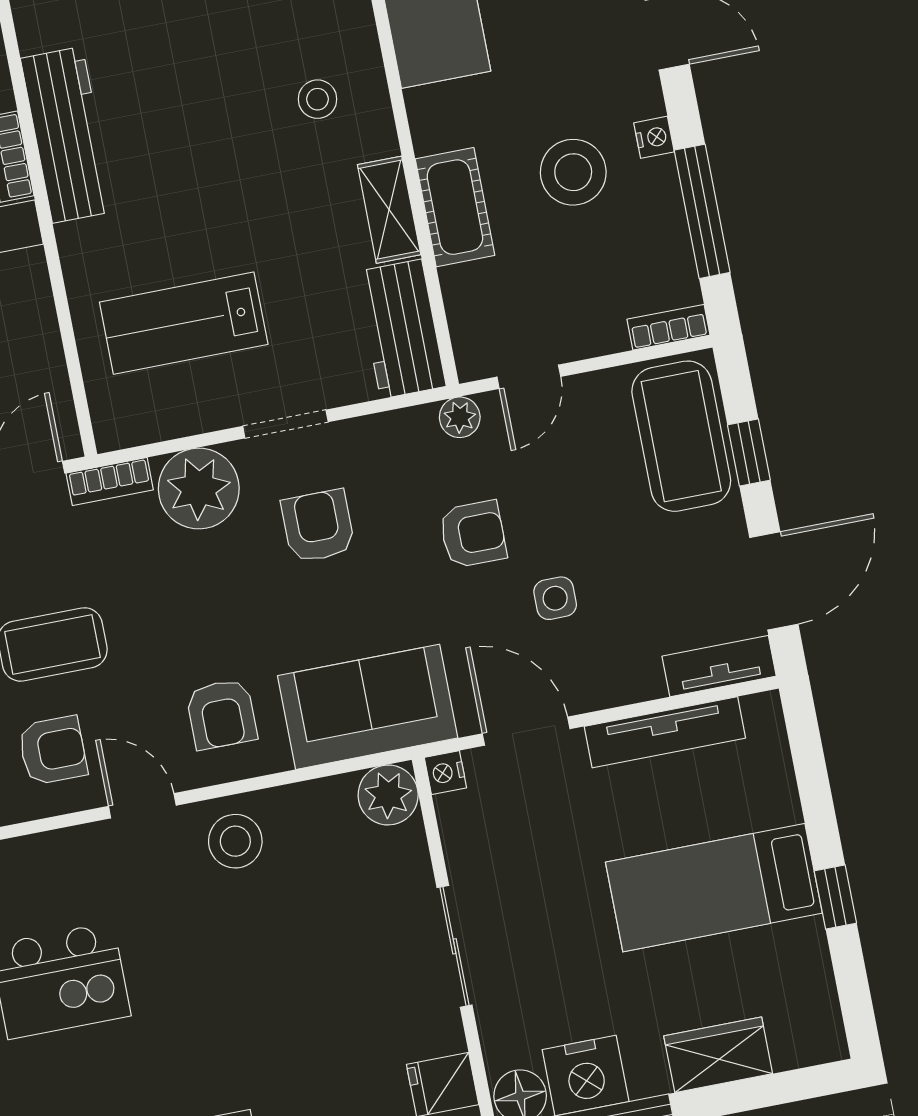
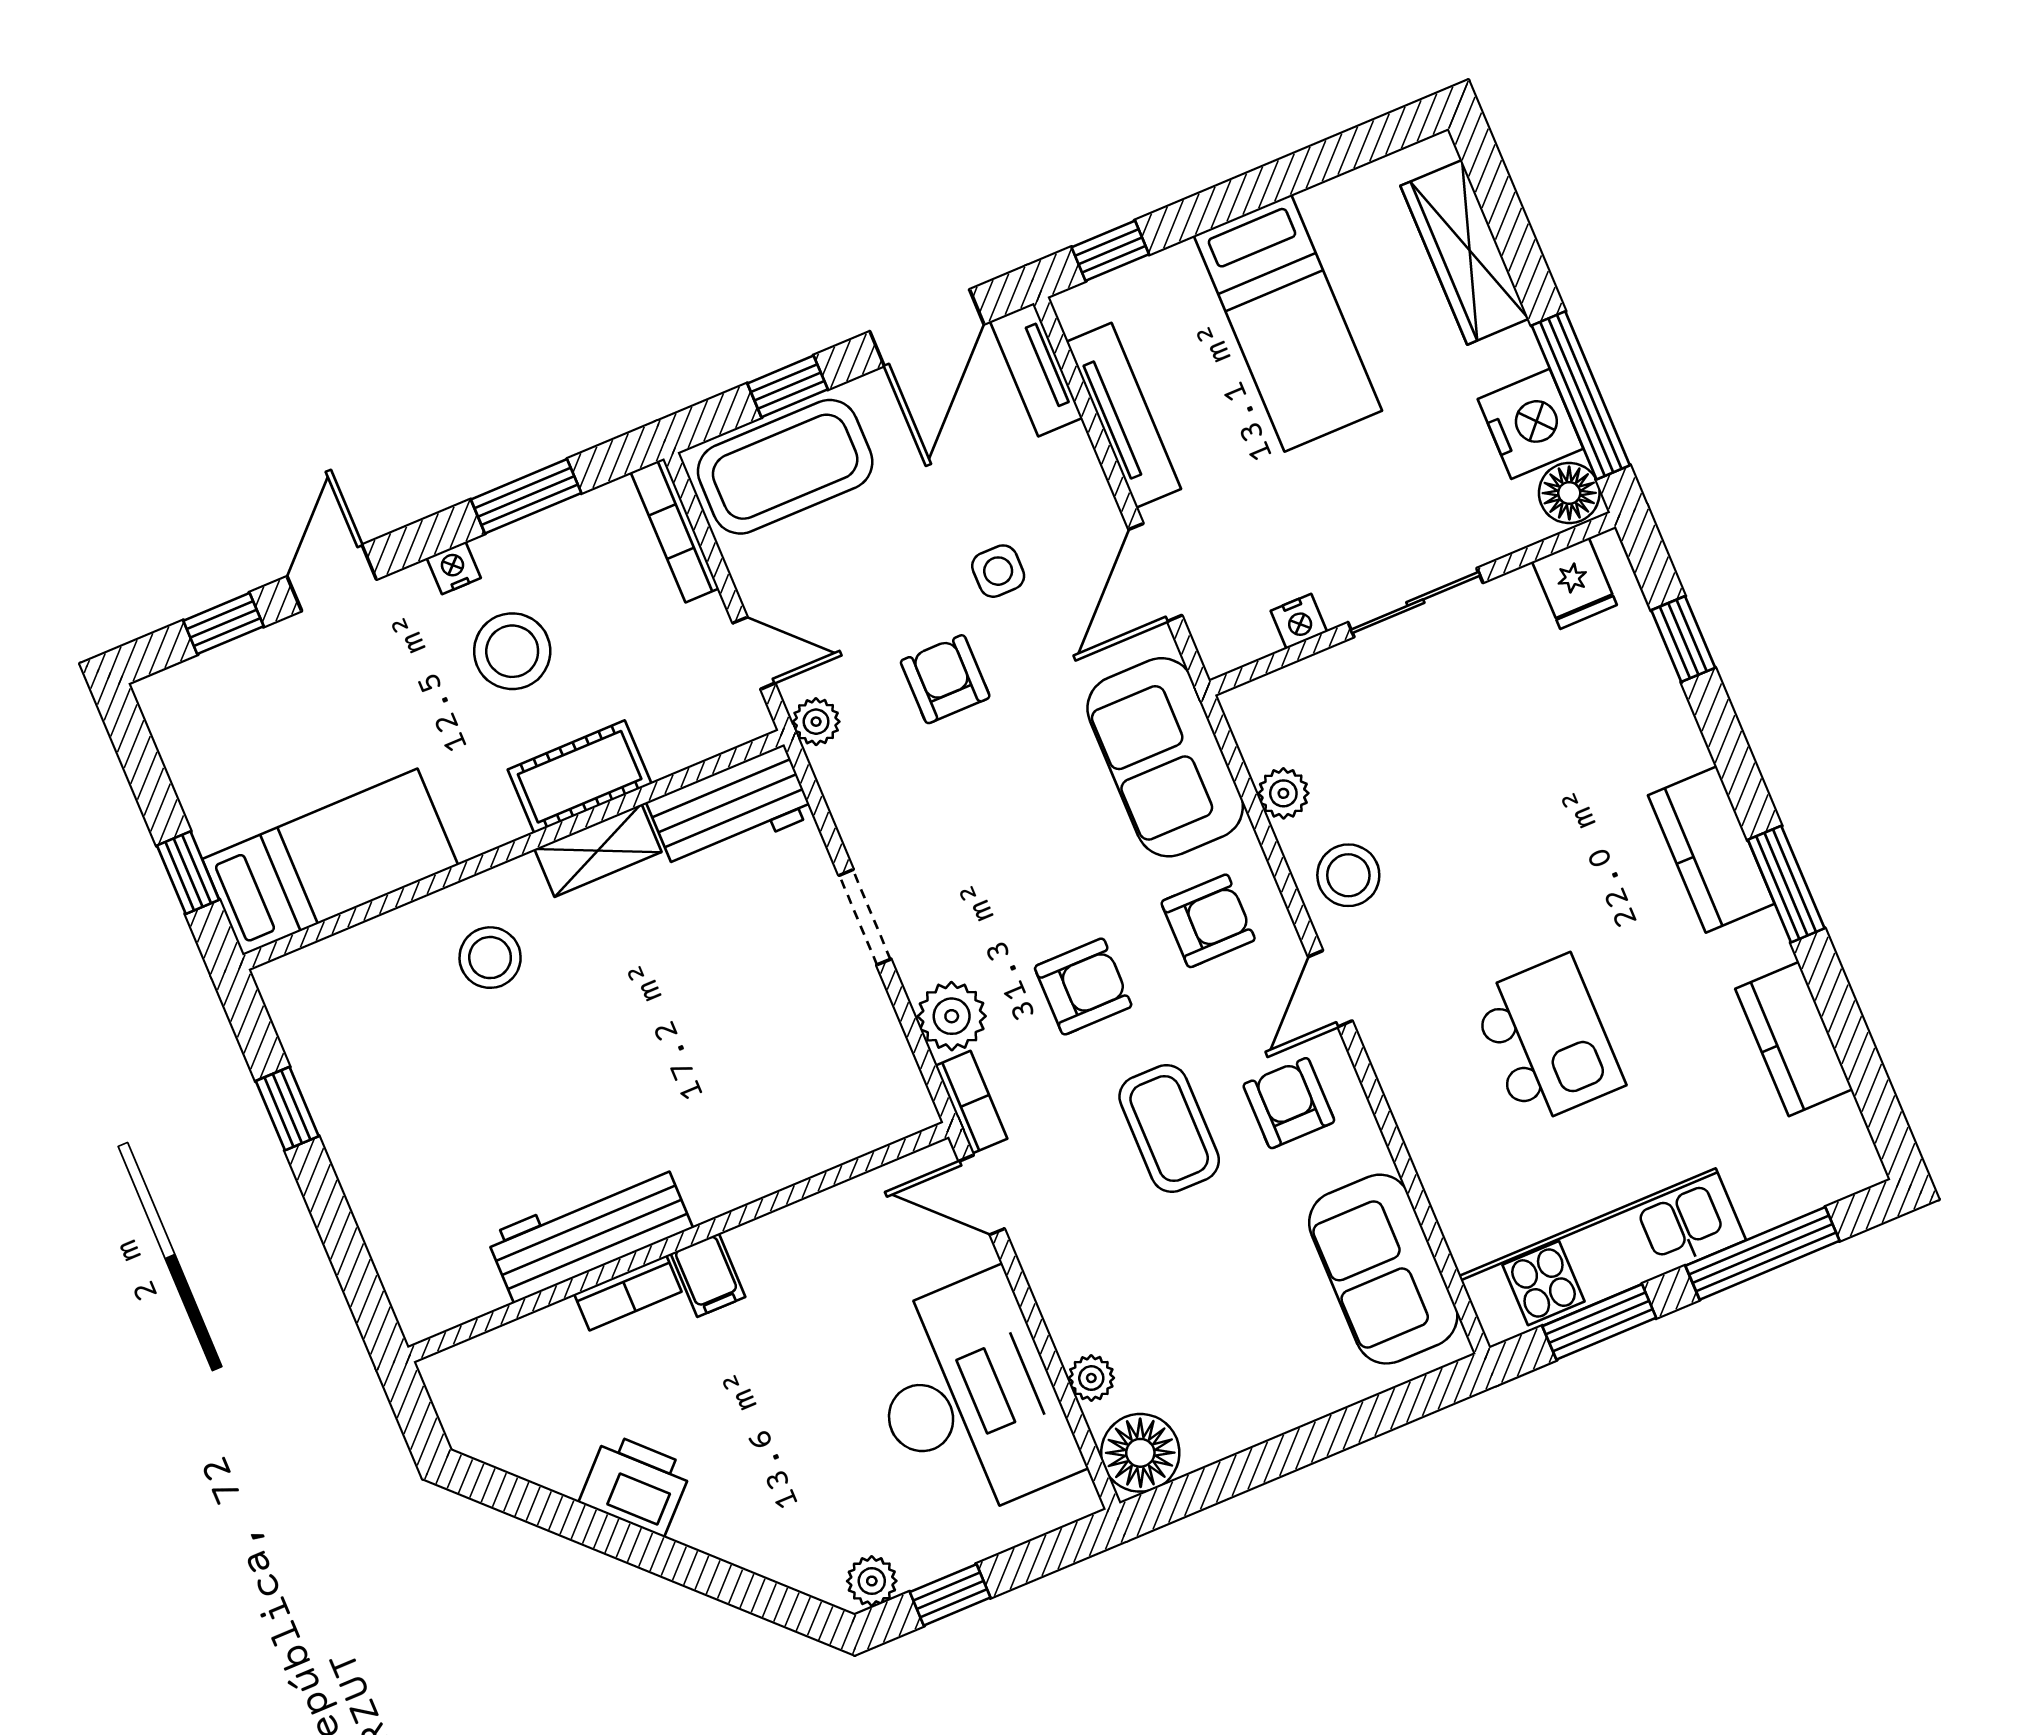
stool: (318, 99) -> (490, 958), width x1.37, depth x1.37
window: (702, 211) -> (526, 496), width x0.69
lab bench: (184, 323) -> (775, 1056), removed
bookcase: (669, 327) -> (675, 530), width x1.56
plant: (199, 489) -> (952, 1016), width x0.73, depth x0.73
armchair: (318, 526) -> (1083, 987), moved, turned 180
door: (774, 581) -> (927, 328), swing flipped
nightstand: (445, 773) -> (1299, 621), moved
plant: (388, 795) -> (1283, 793), moved, width x0.73, depth x0.73
window: (835, 897) -> (1110, 251), moved
wardrobe: (718, 1055) -> (1465, 252), width x1.50

